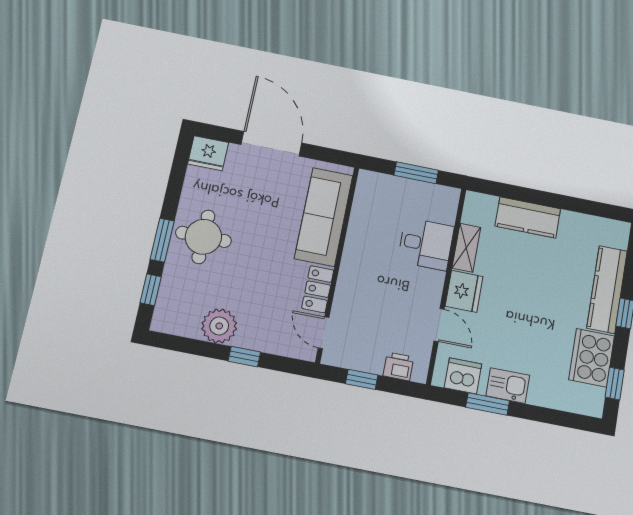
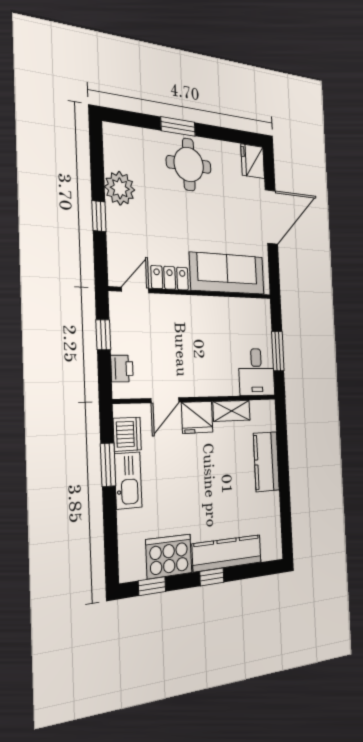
desk: (426, 244) -> (257, 372), moved
window: (151, 290) -> (136, 119), removed
kitchen sink: (508, 386) -> (128, 481), width x1.38

